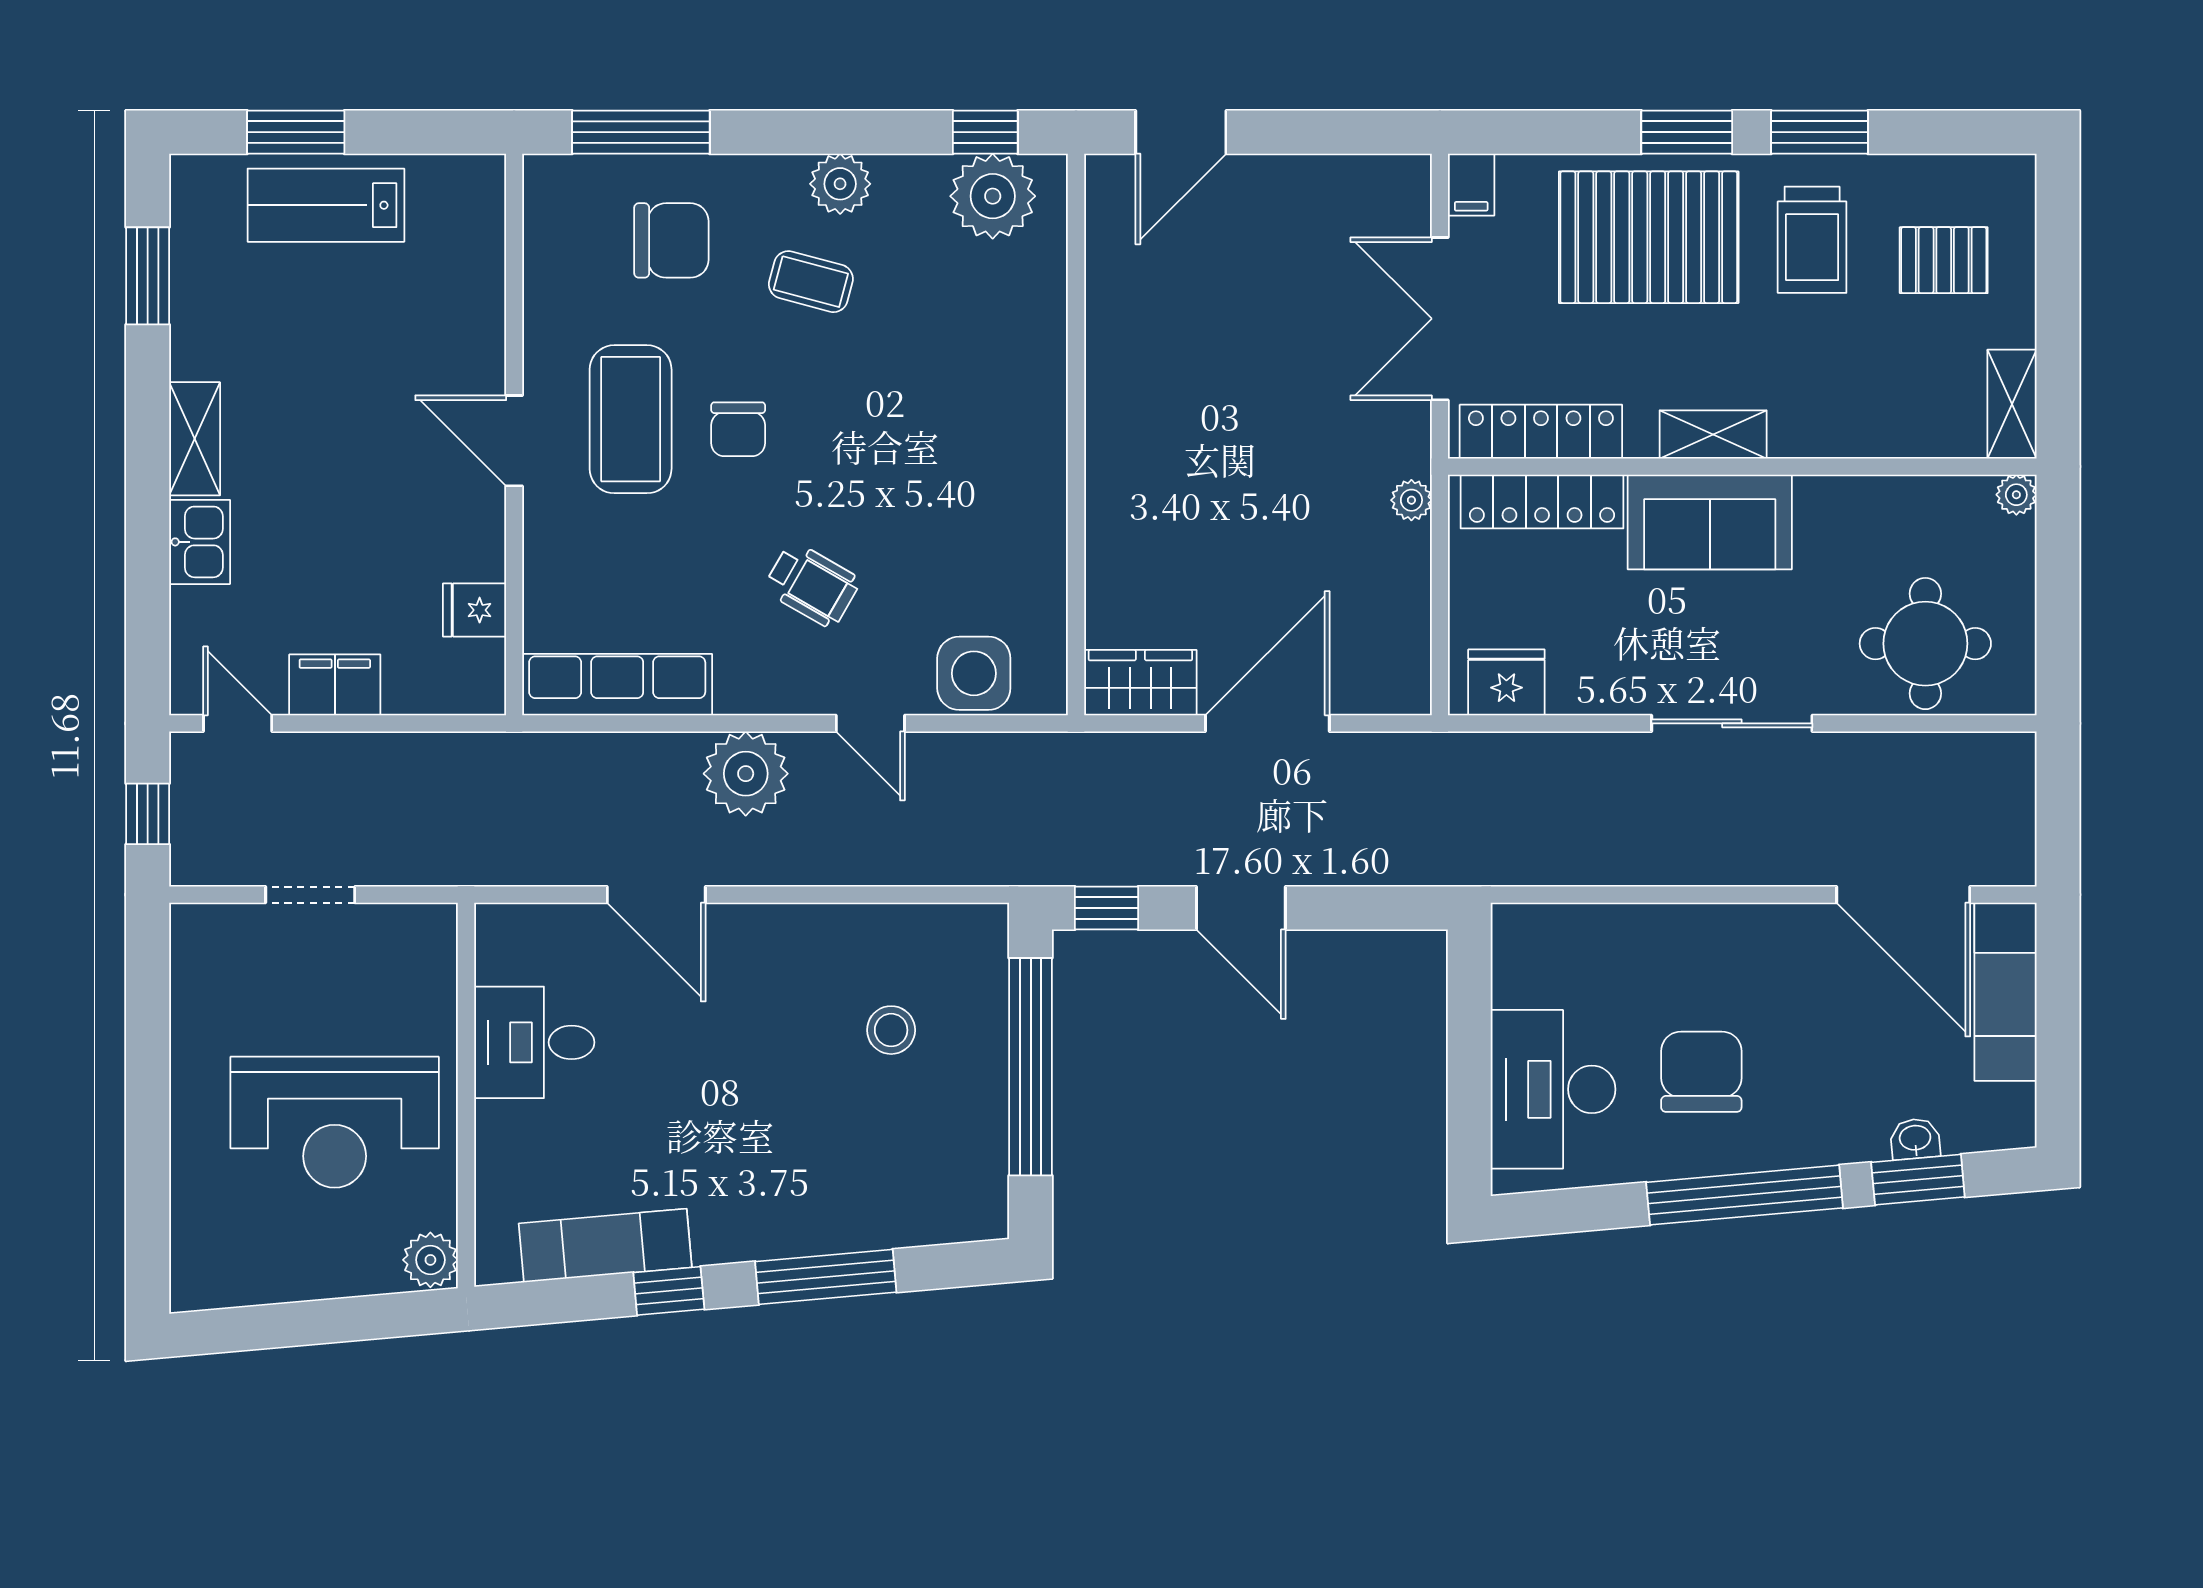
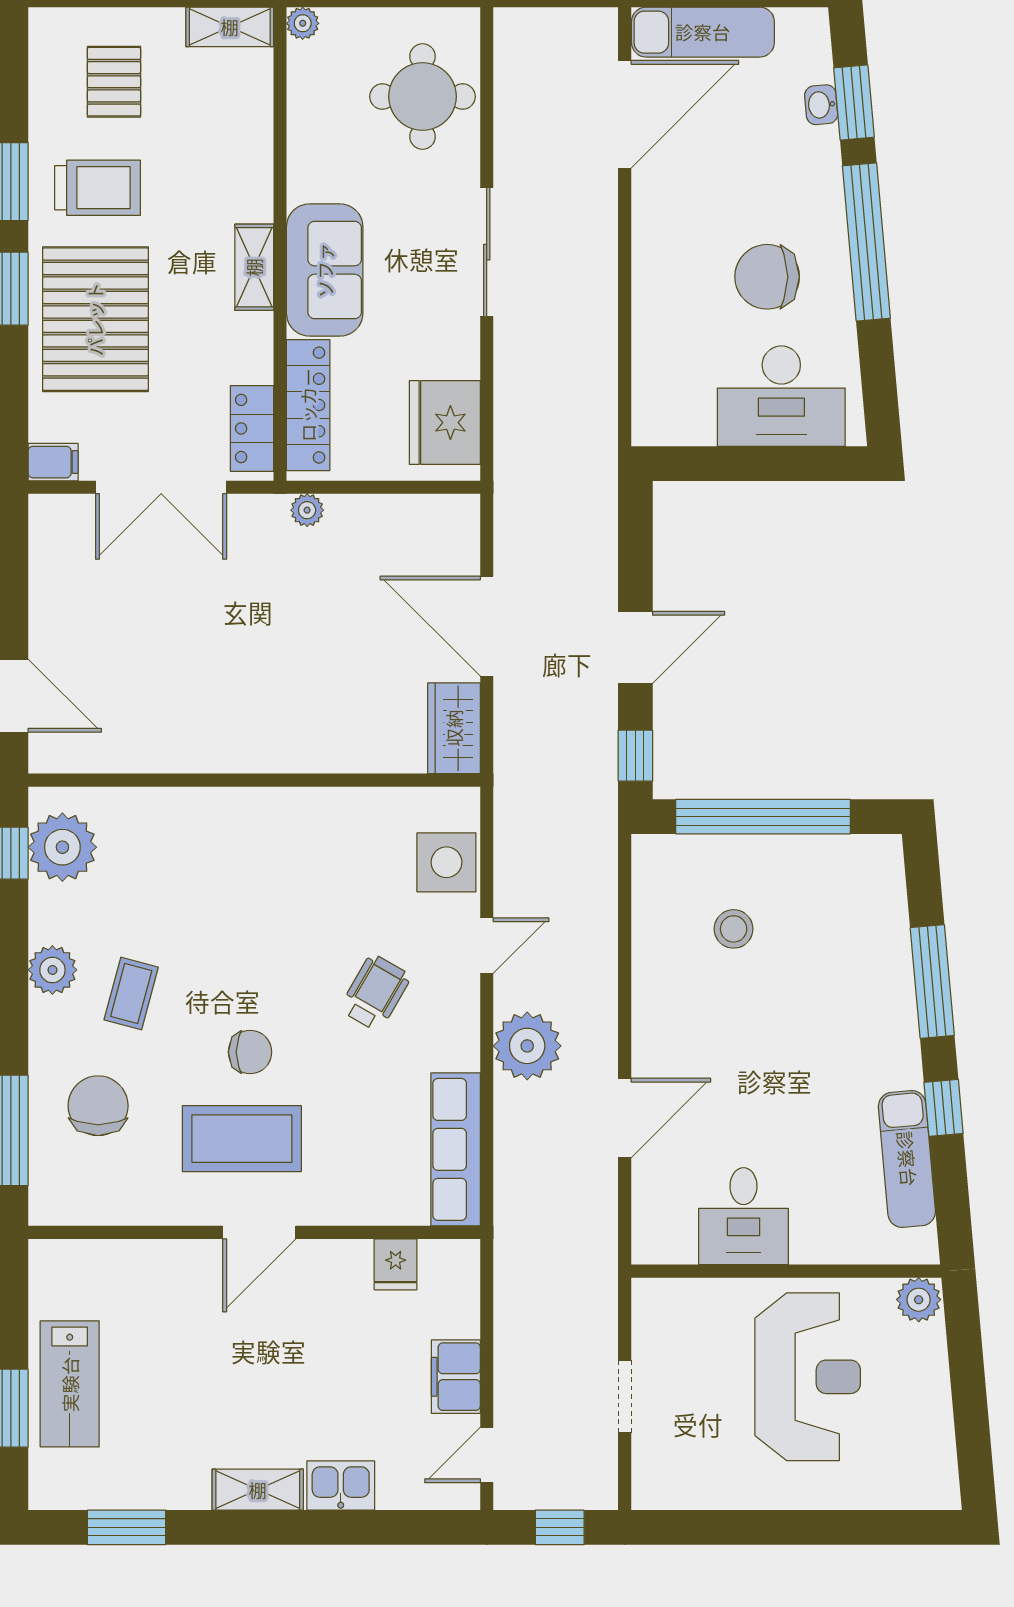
locker: (1541, 432) -> (252, 428), width x0.66
fridge: (1506, 682) -> (445, 423), width x1.36, depth x1.34

